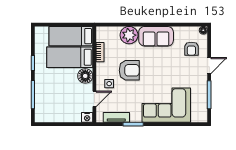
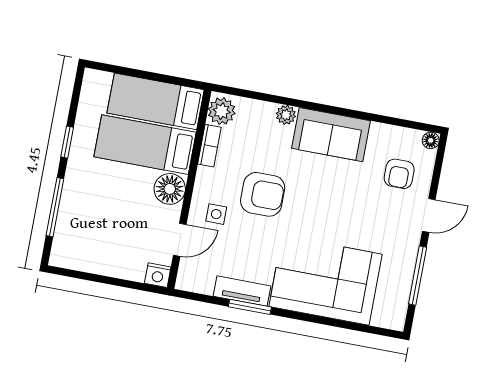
plant: (103, 35) -> (222, 111), added
plant: (129, 35) -> (286, 115), width x0.53, depth x0.53
tv unit: (116, 117) -> (242, 291), moved

